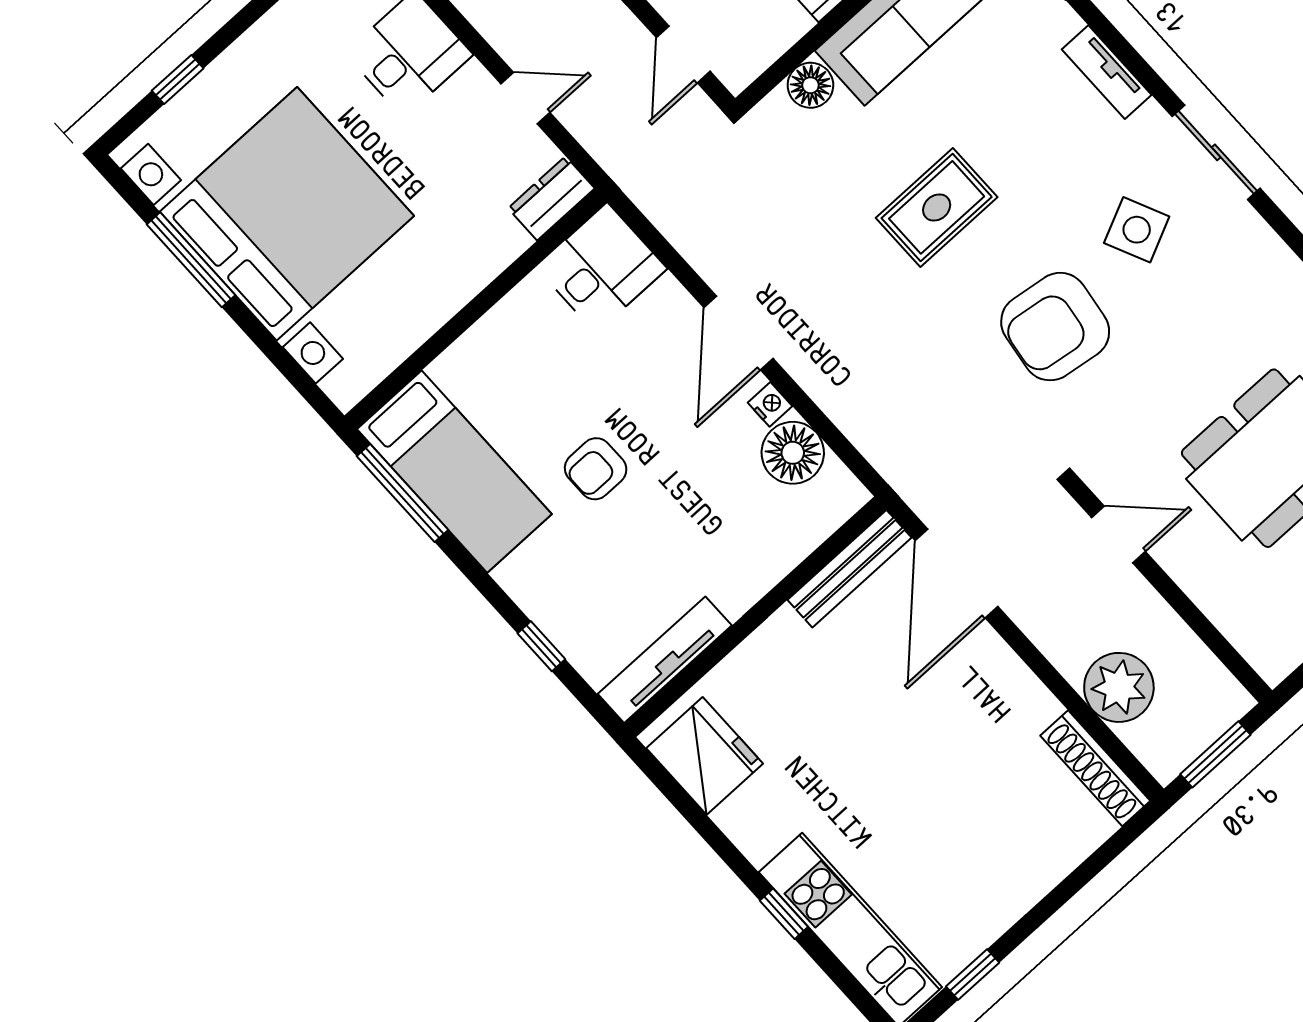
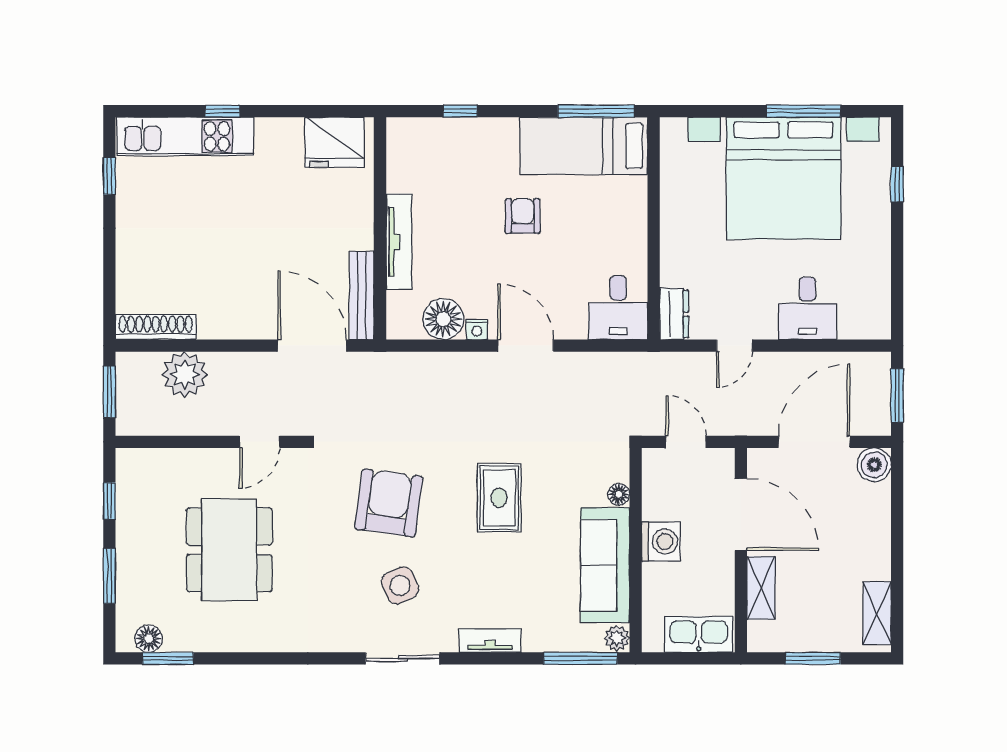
floor lamp: (810, 85) -> (619, 494), width x0.73, depth x0.73
tv unit: (665, 660) -> (399, 242), moved

